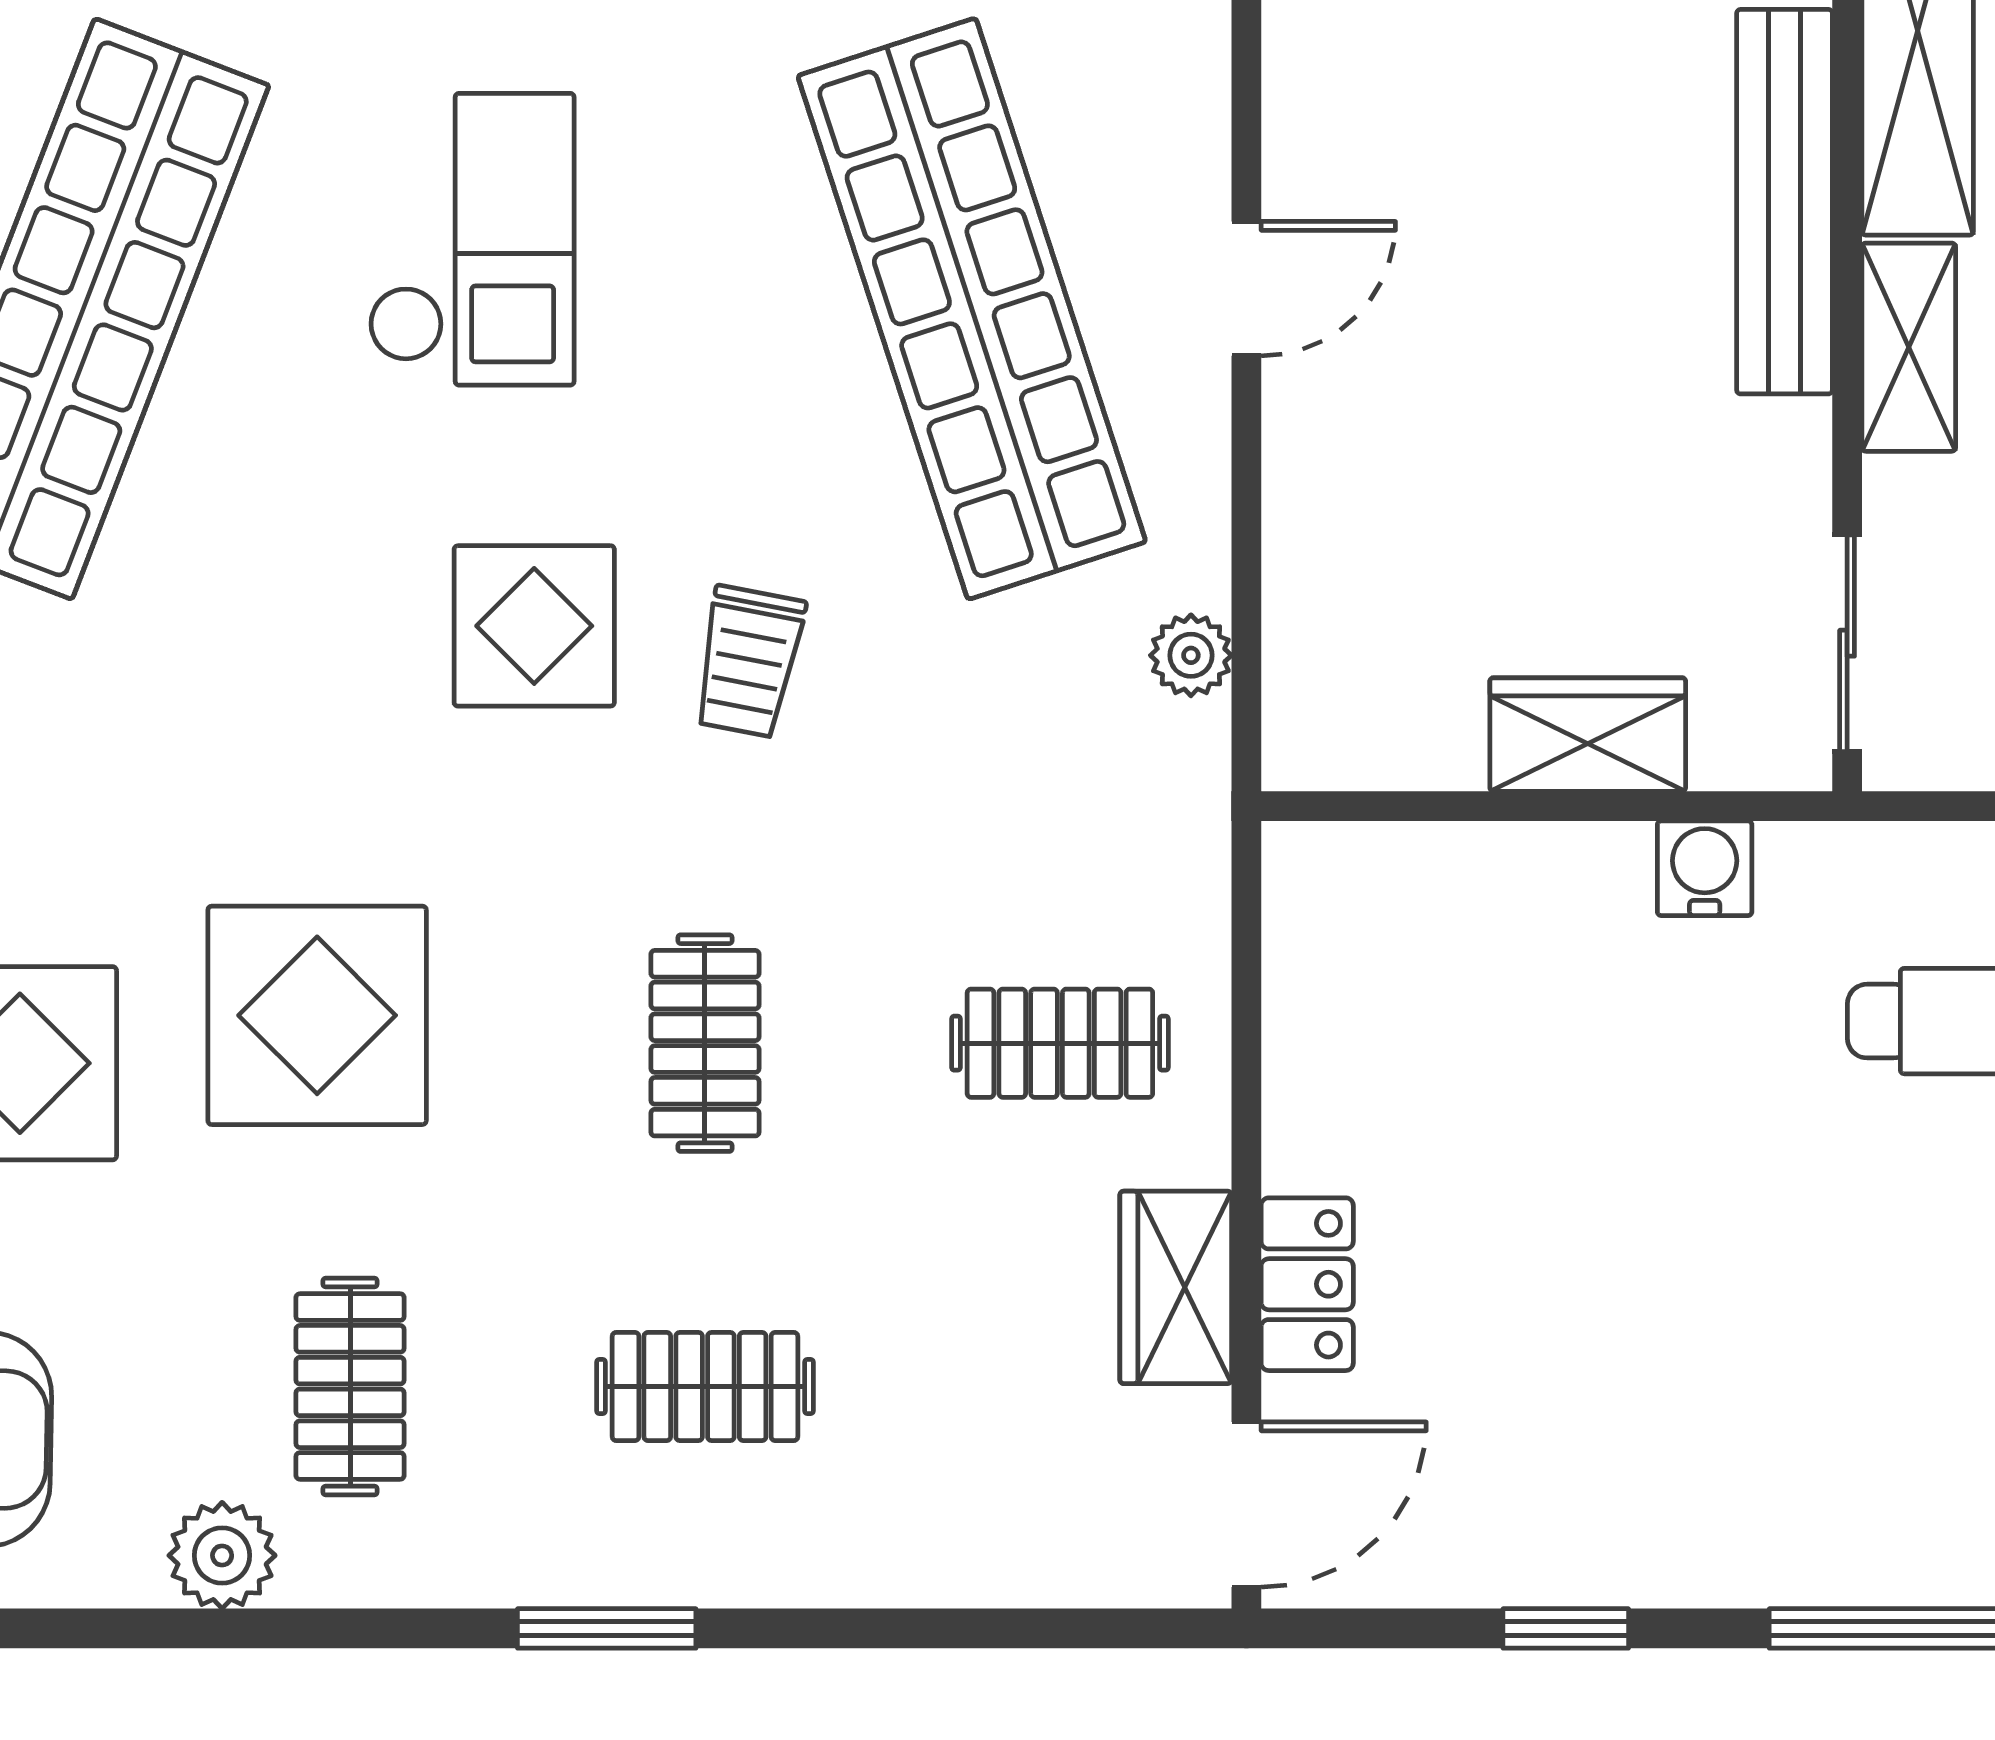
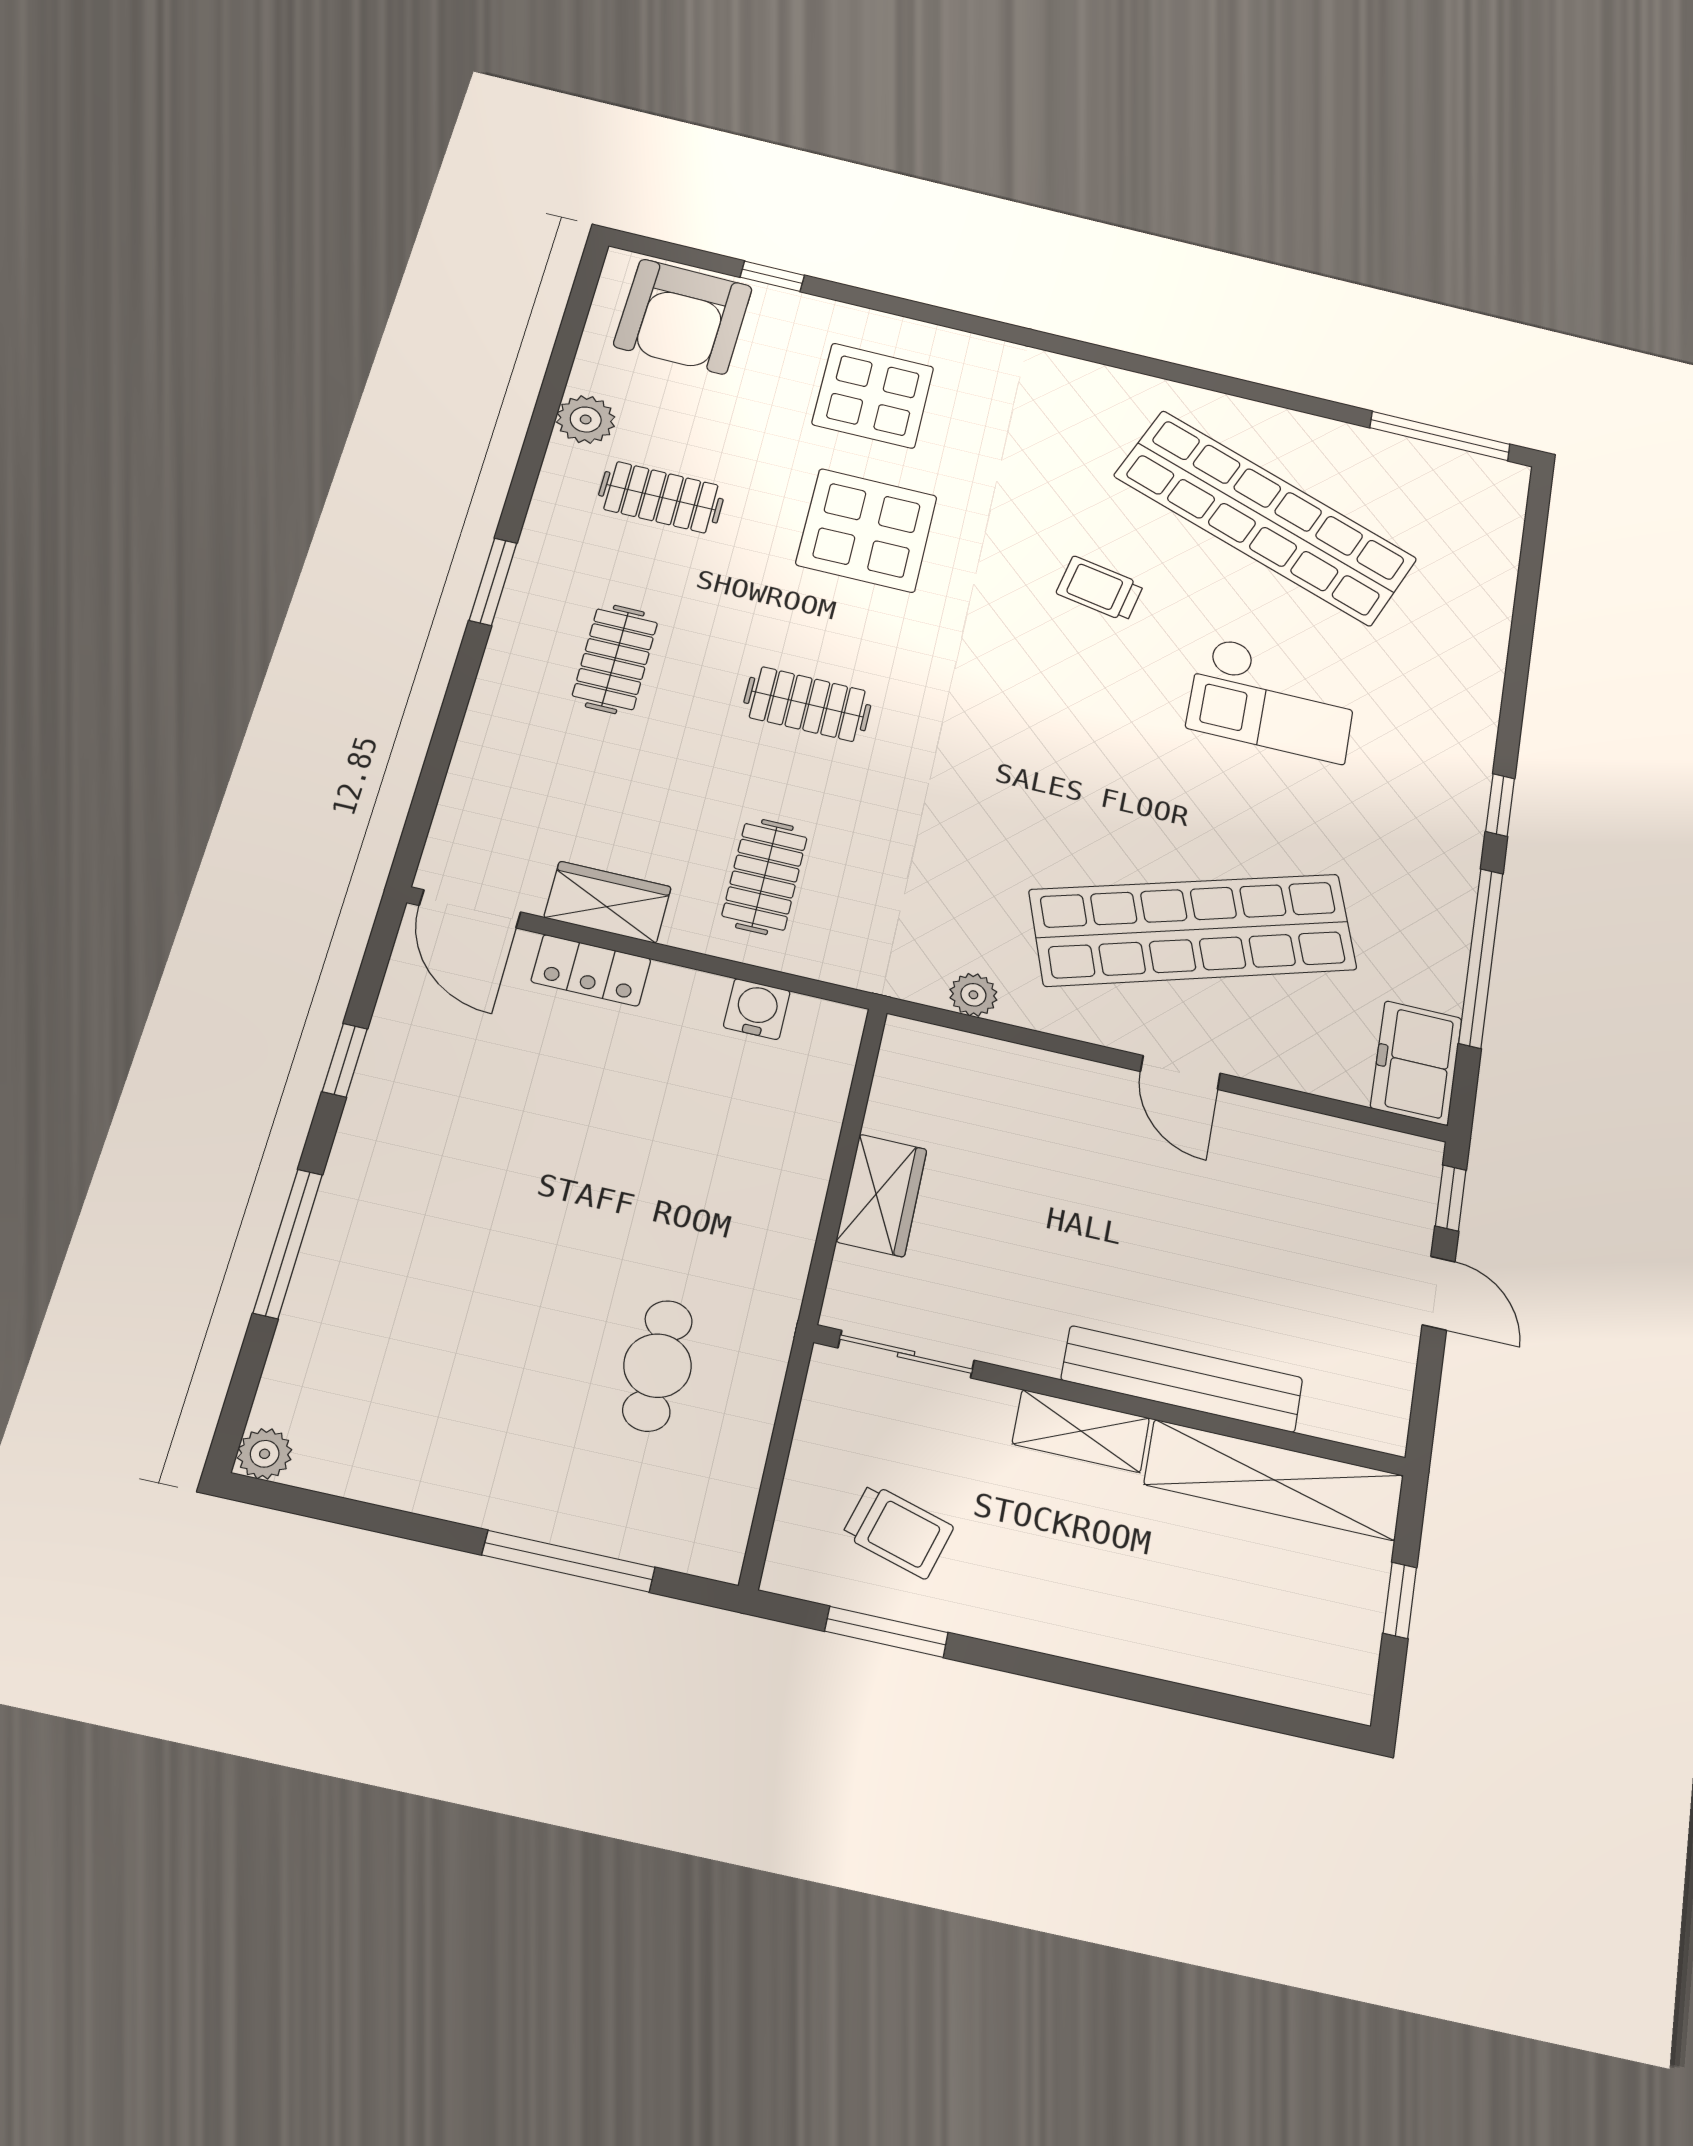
display table: (534, 626) -> (1056, 679), removed
trolley: (749, 662) -> (1100, 589), moved
water cooler: (1705, 868) -> (757, 1009), moved, turned -90

